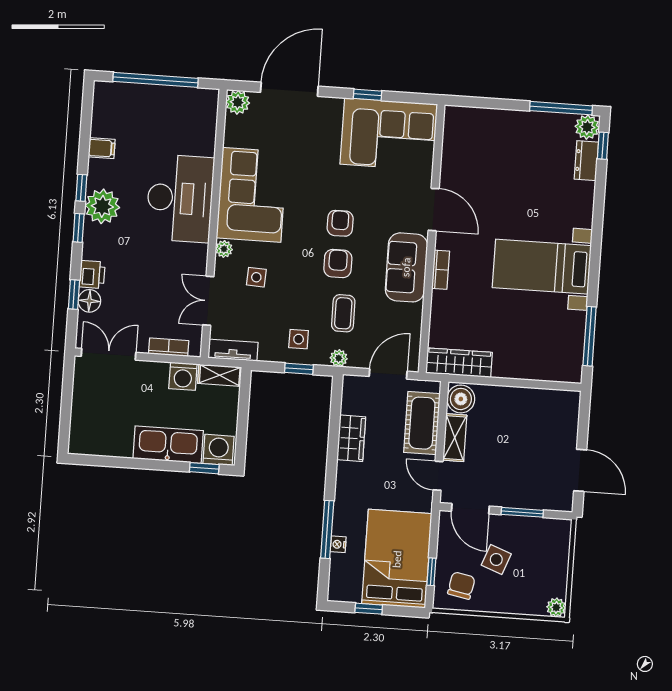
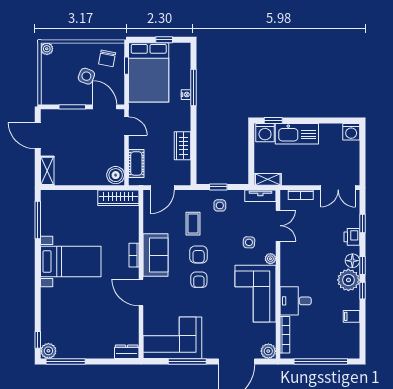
window: (367, 95) -> (187, 361), width x2.17
bookcase: (210, 126) -> (285, 335), added
dresser: (586, 161) -> (127, 352), moved, turned -90
desk: (180, 198) -> (296, 301), width x0.53, depth x0.77
floor lamp: (89, 301) -> (352, 261), moved
plant: (339, 358) -> (194, 195), removed
washing machine: (183, 376) -> (351, 132), moved, turned 180
cot: (422, 423) -> (136, 163), width x0.73, depth x0.75
shelving: (455, 438) -> (47, 171), moved
nightstand: (338, 544) -> (186, 95), moved

